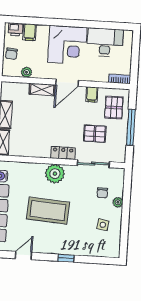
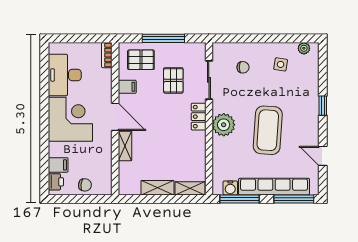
plant: (27, 72) -> (106, 166), removed
plant: (118, 202) -> (304, 48), moved

